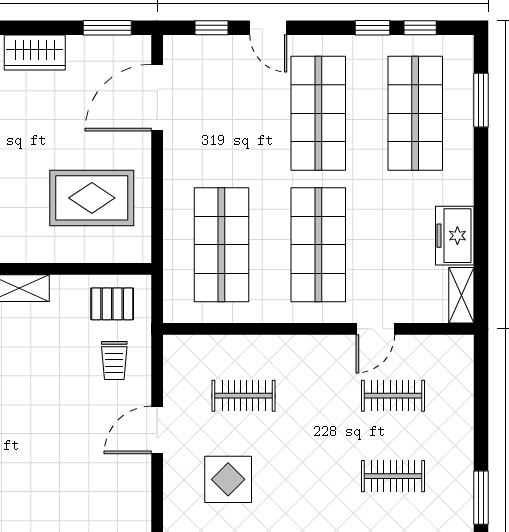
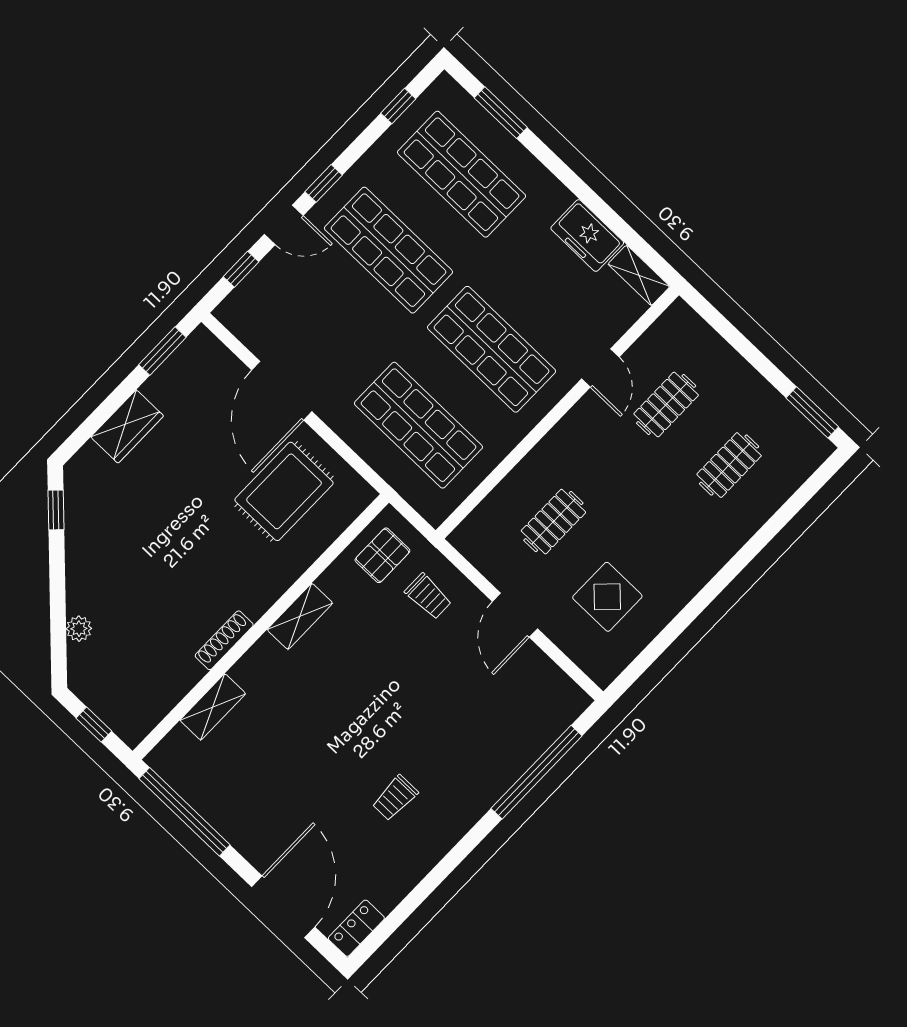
window: (372, 28) -> (324, 183), moved
door: (157, 98) -> (282, 391), moved

